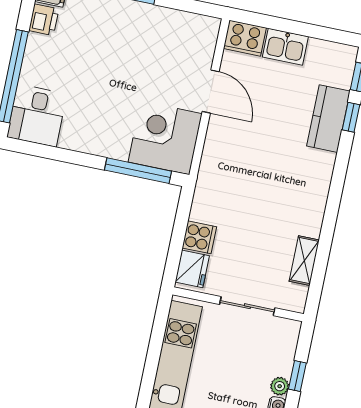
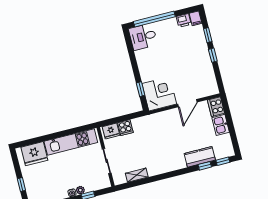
window: (138, 171) -> (141, 89), width x0.46

